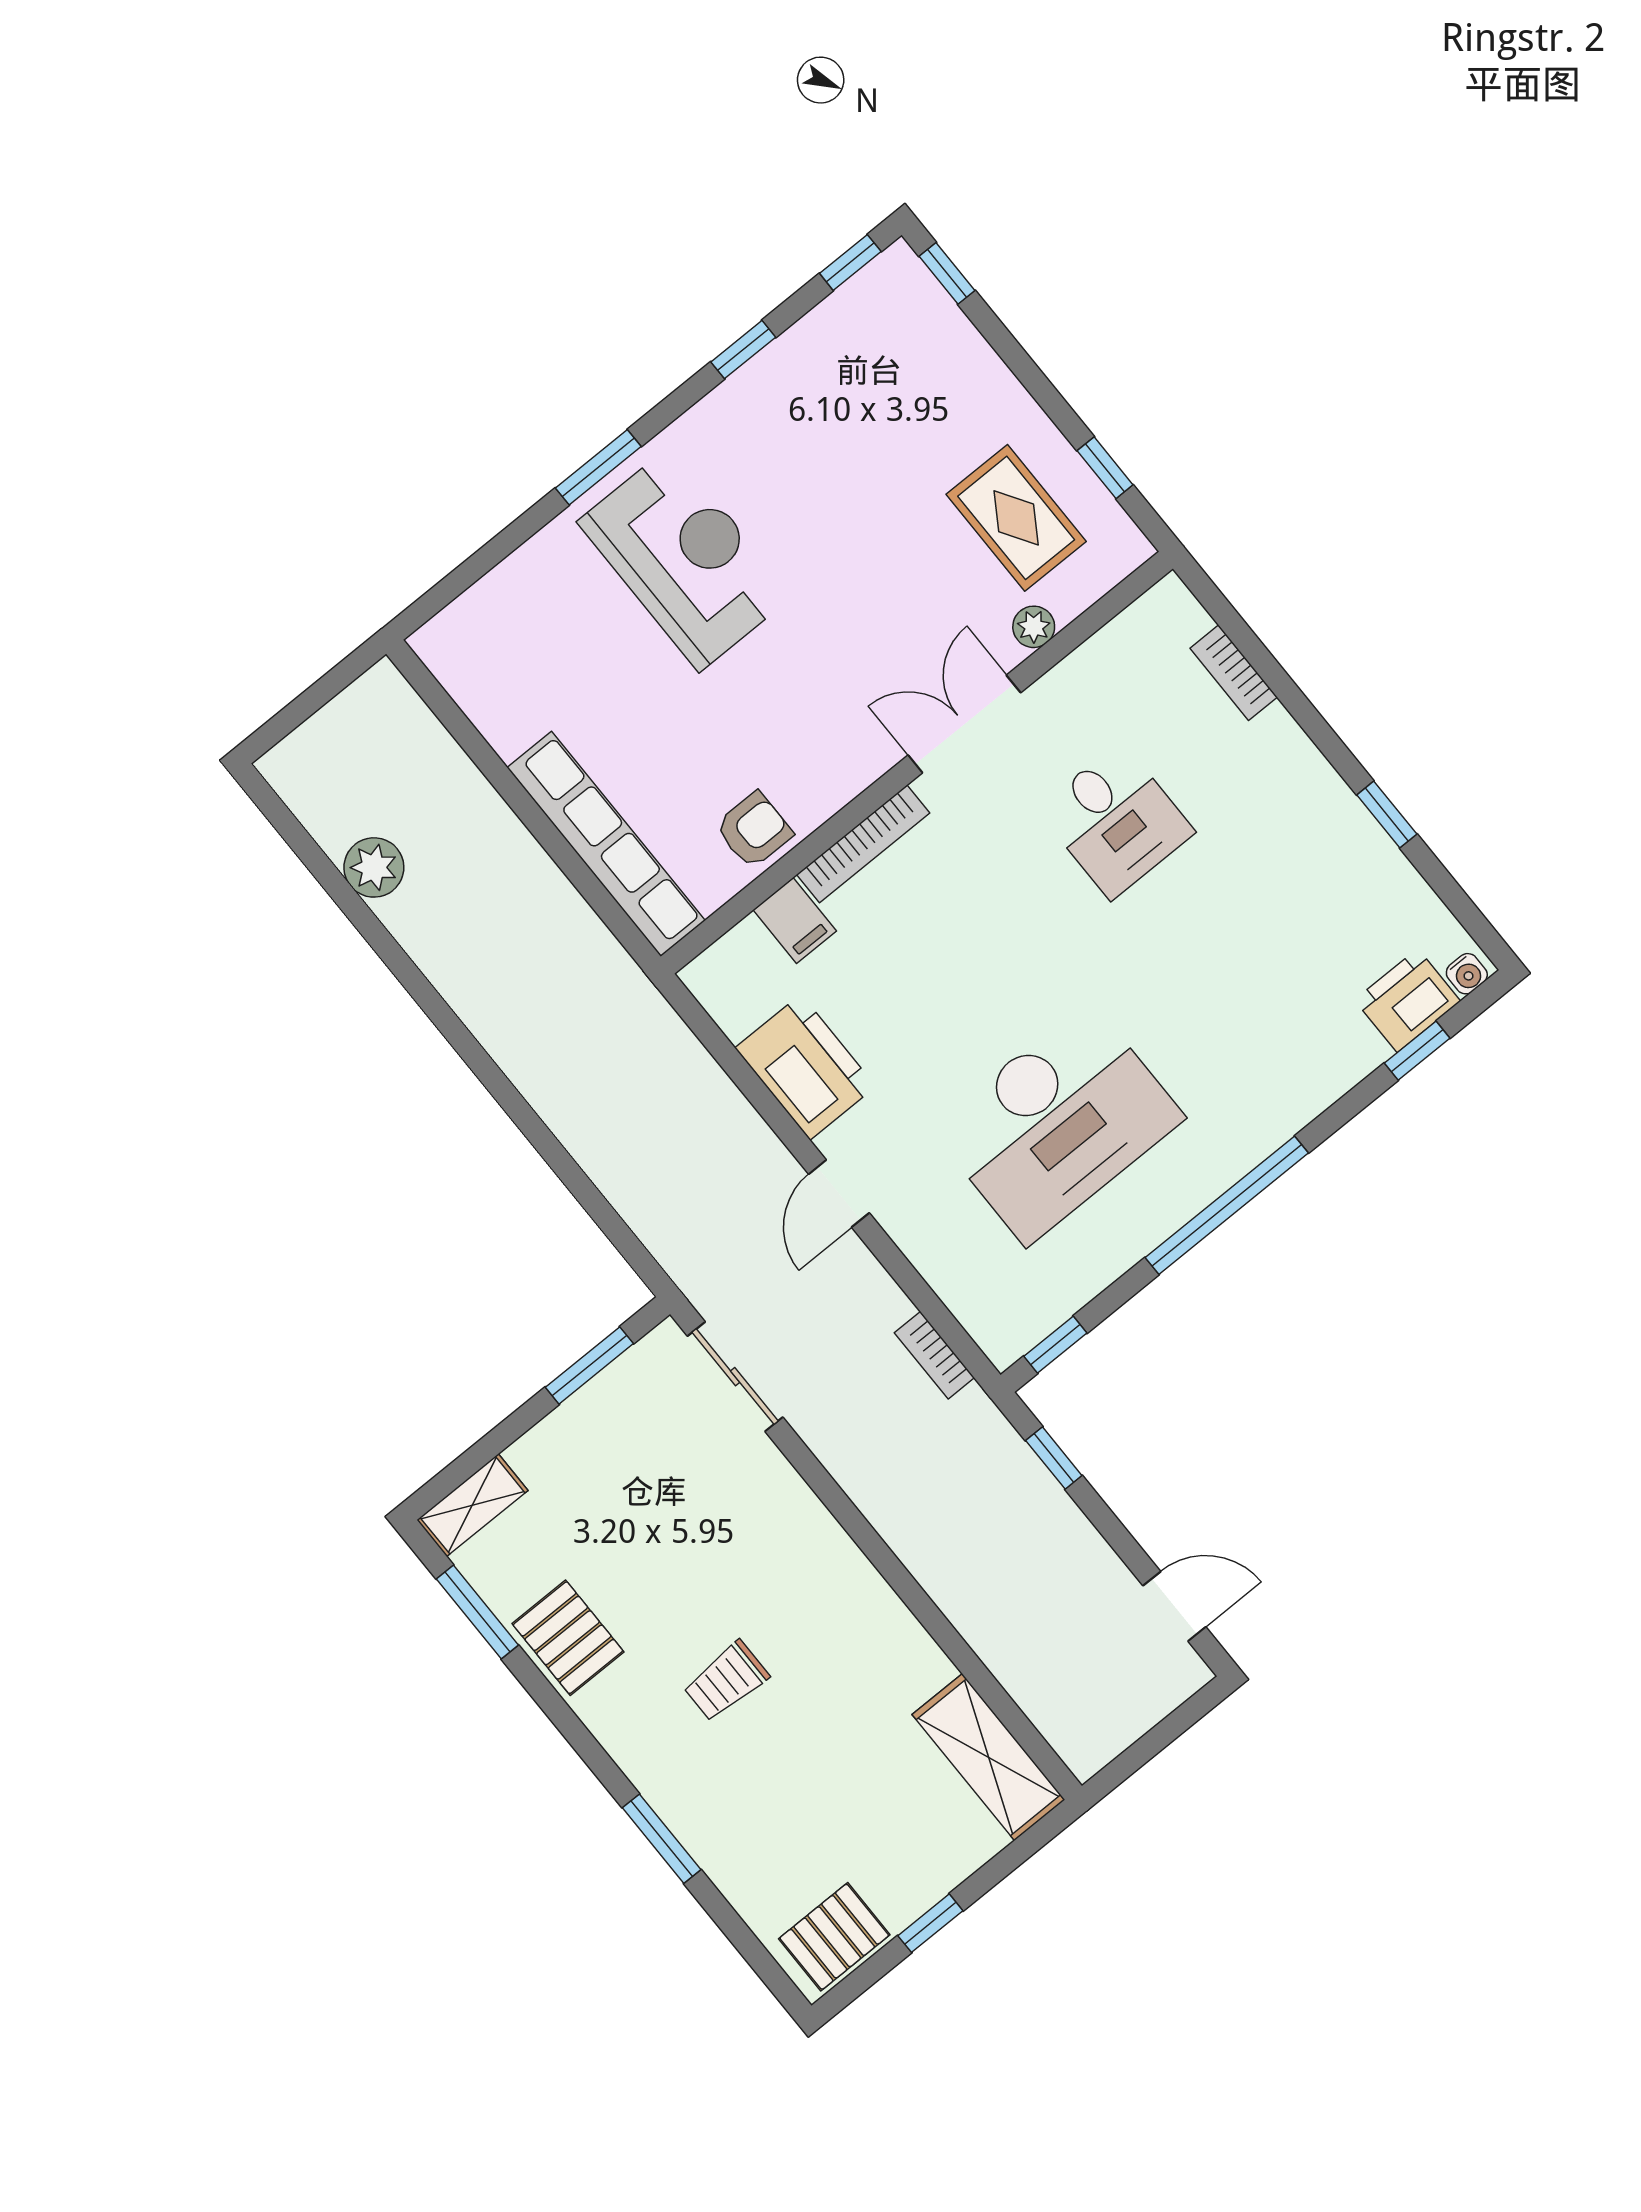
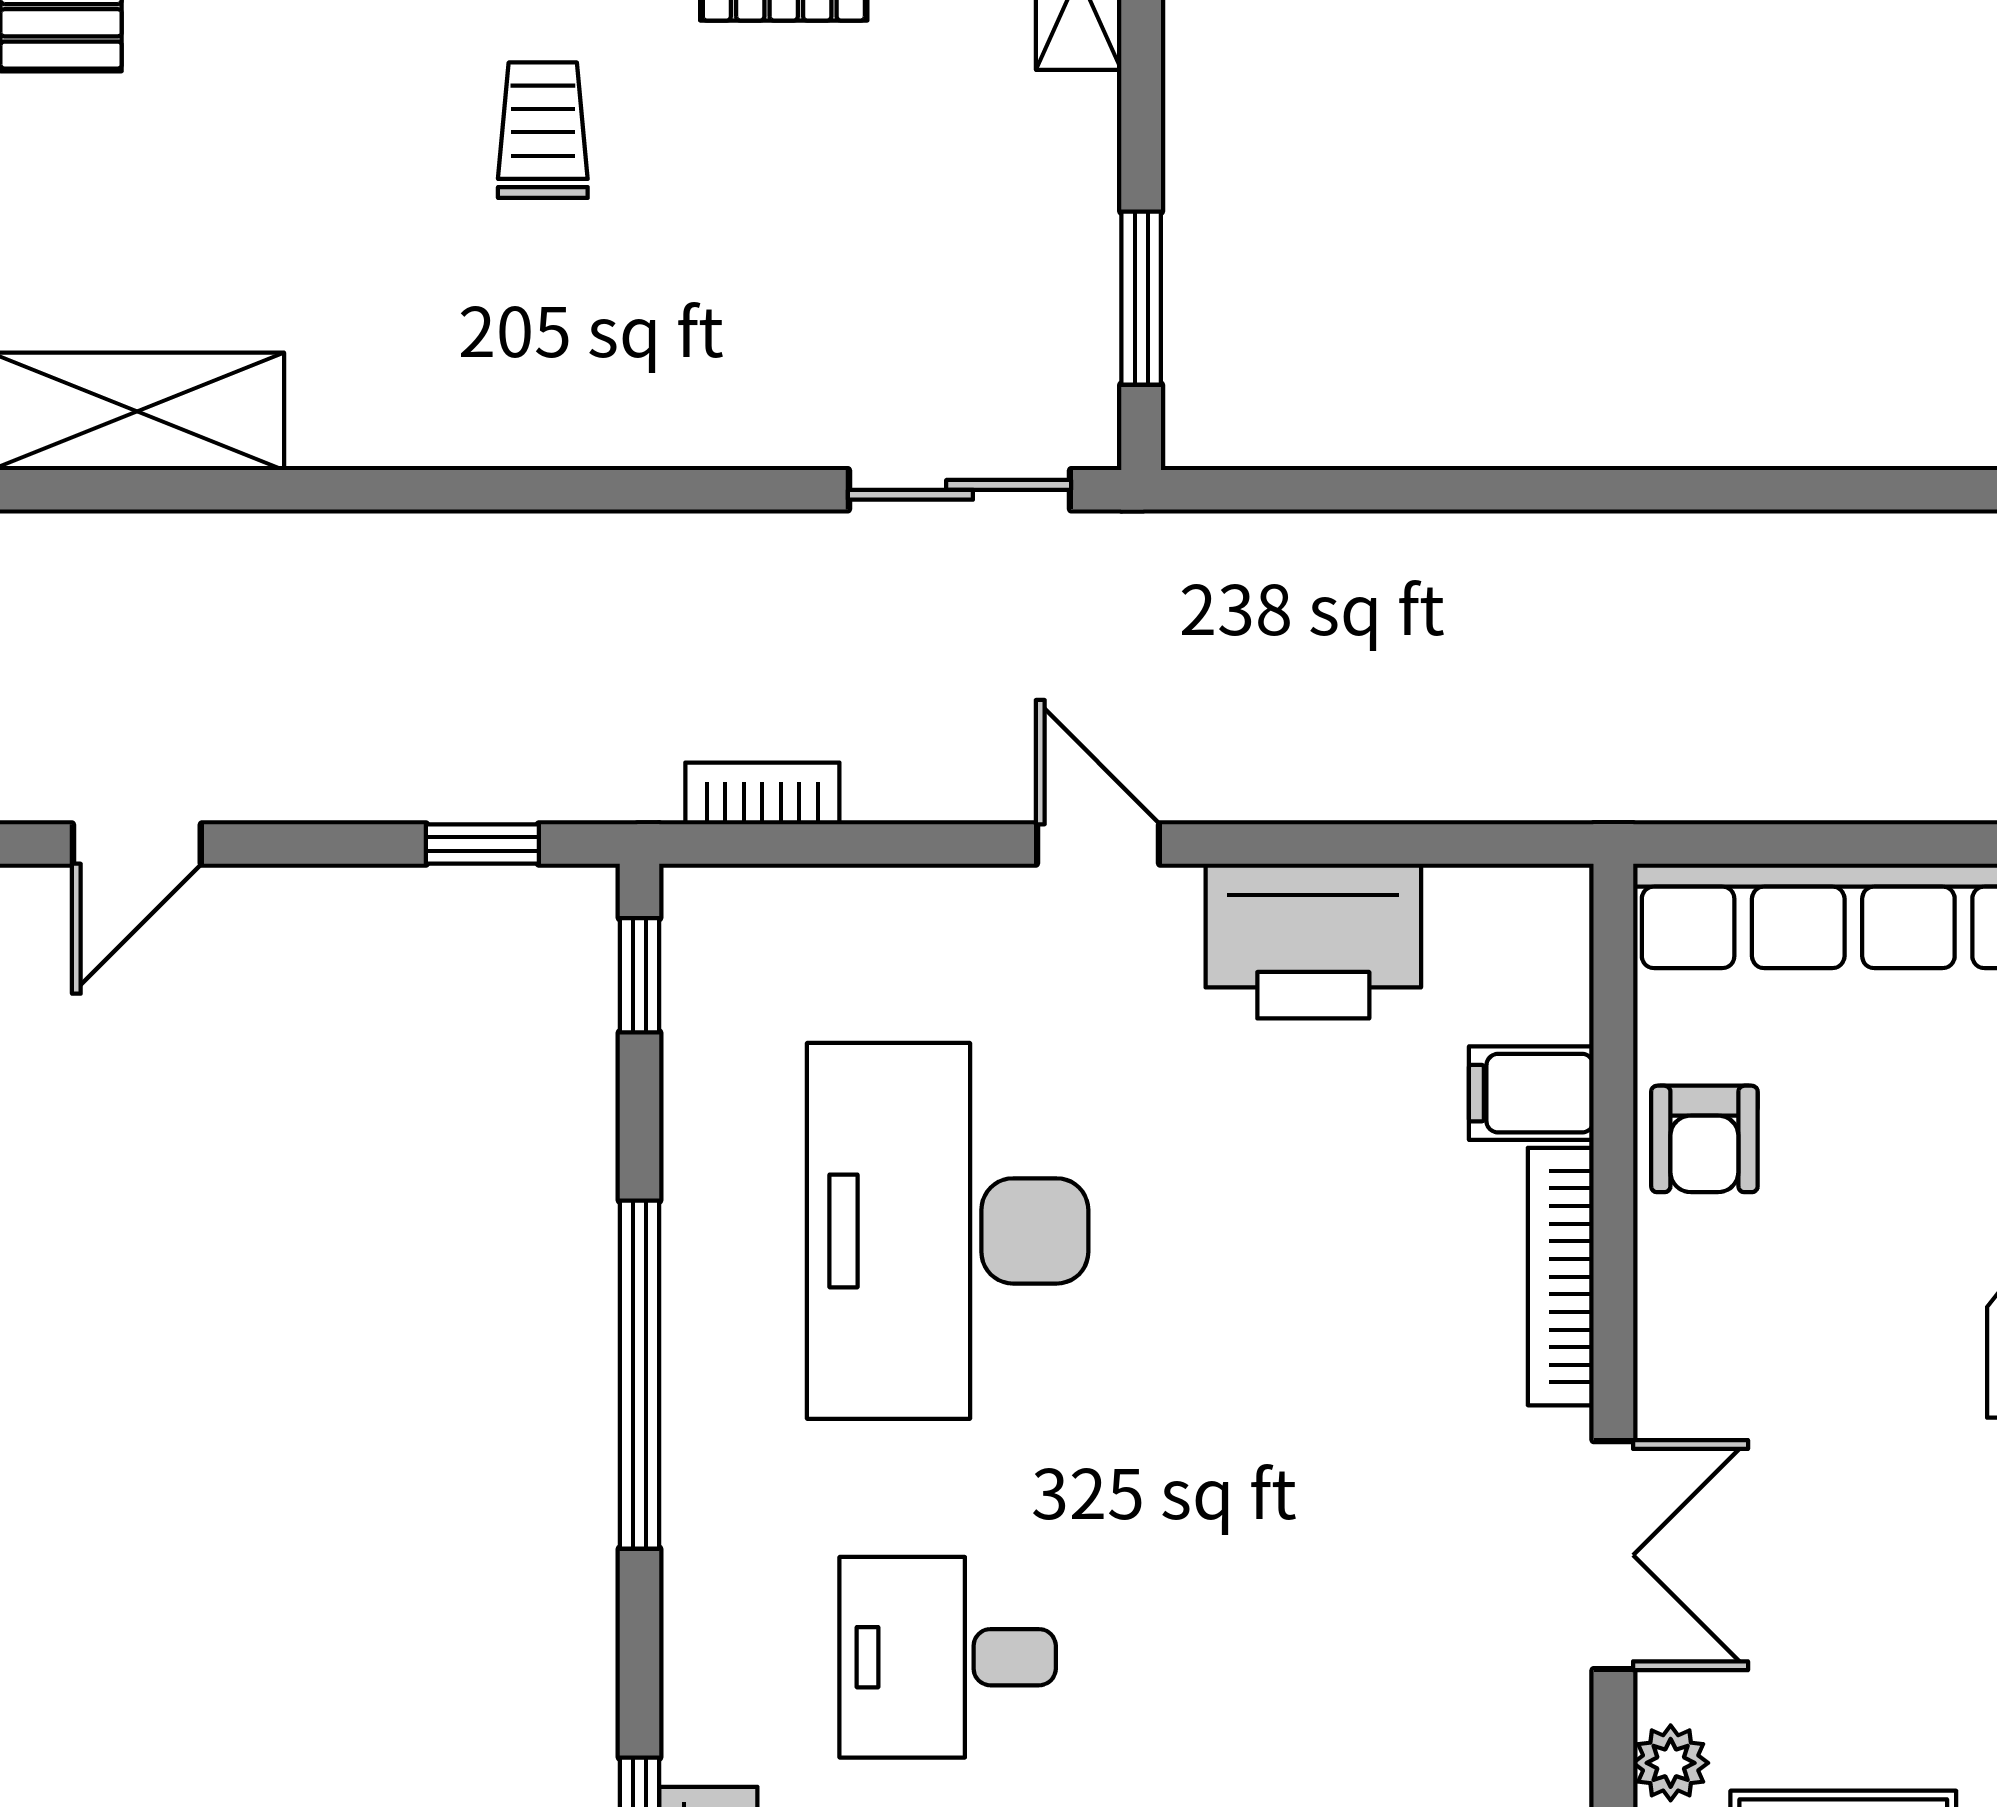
desk: (1116, 821) -> (948, 1657), moved

